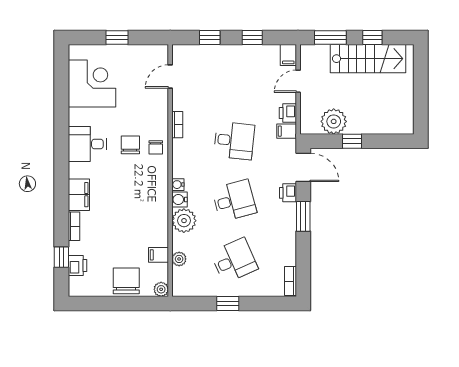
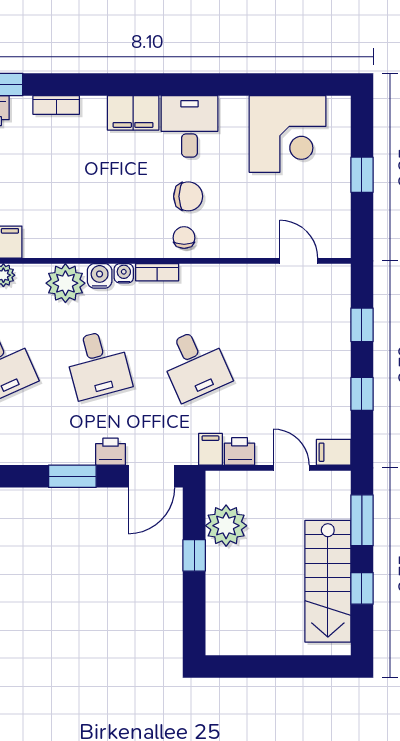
bookcase: (177, 125) -> (157, 272), moved
desk: (234, 141) -> (195, 364), turned -30
chair: (156, 147) -> (184, 238), turned 90
filing cabinet: (79, 195) -> (133, 113), moved

